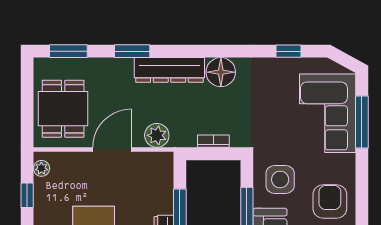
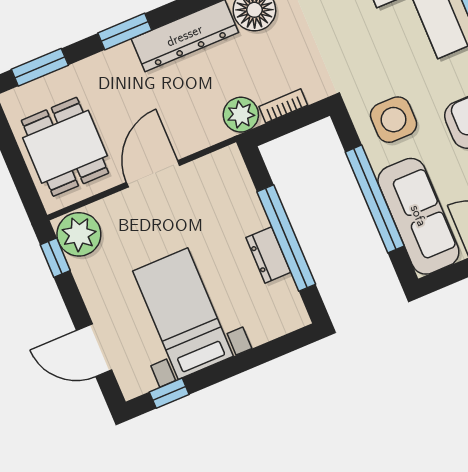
plant: (157, 135) -> (241, 115), moved
plant: (41, 168) -> (79, 234), width x1.88, depth x1.88
window: (27, 195) -> (55, 258), moved

